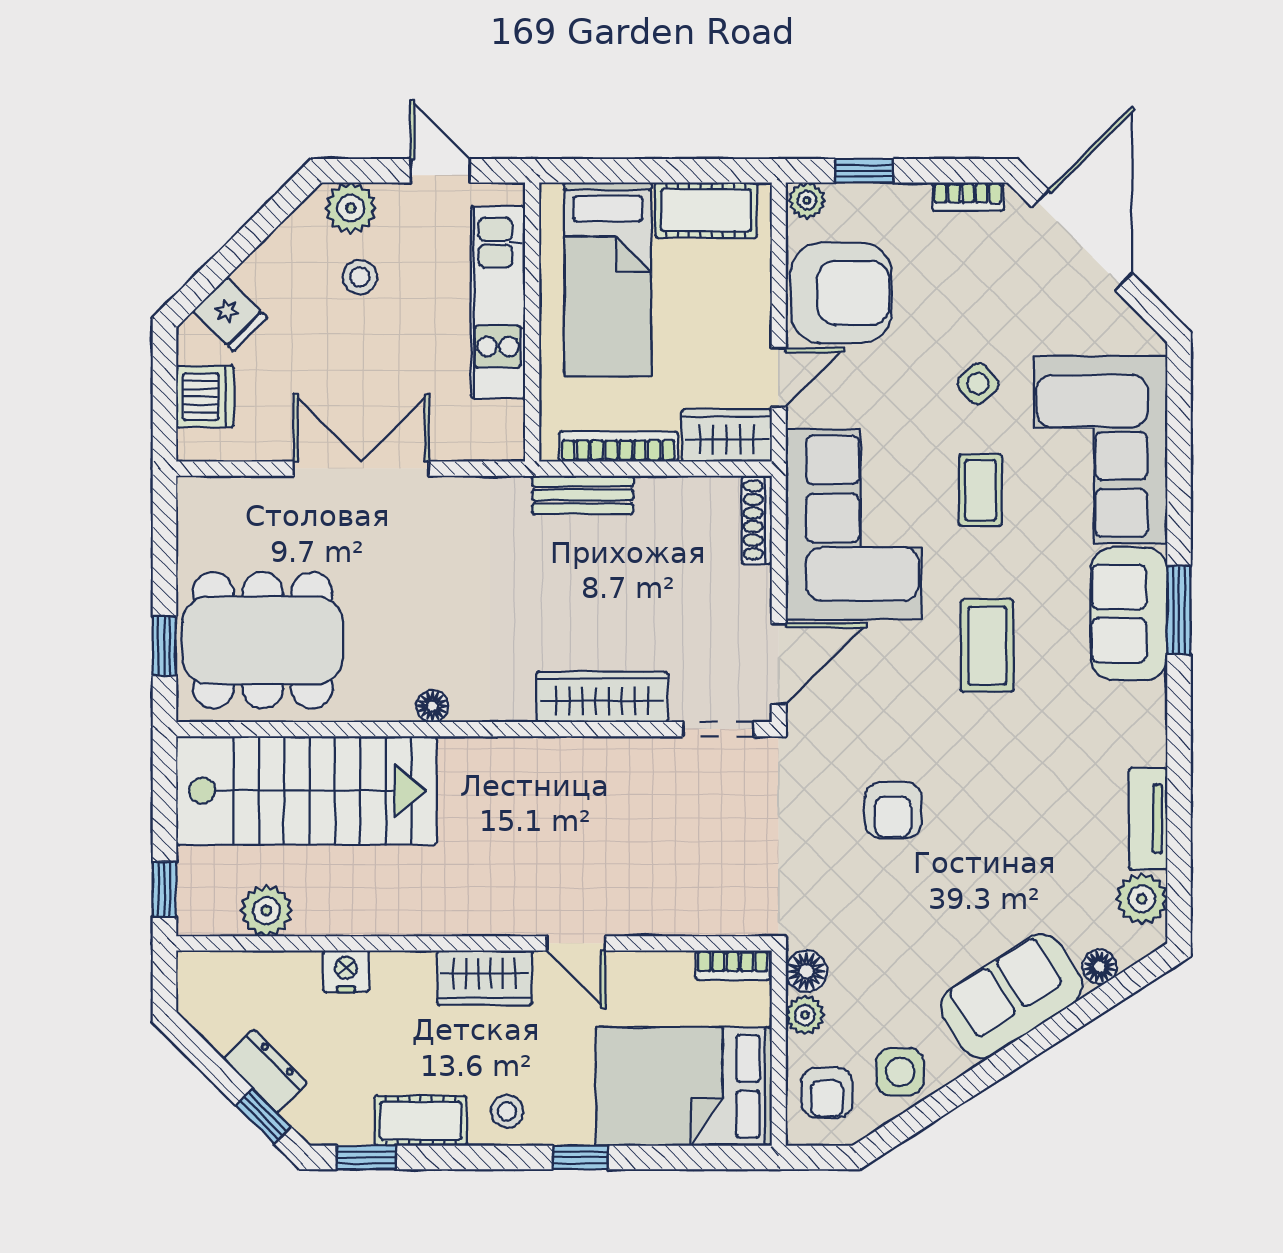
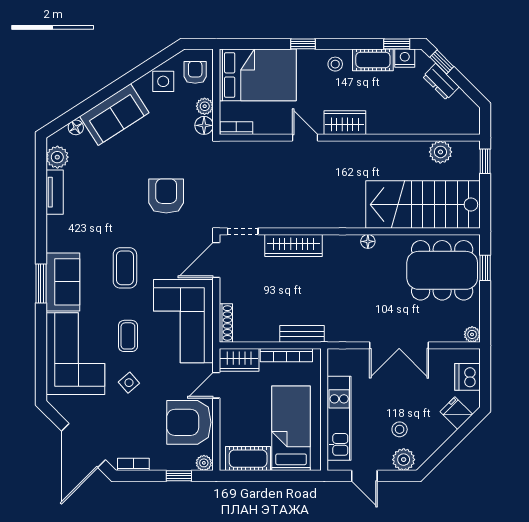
plant: (194, 494) -> (472, 334), added
armchair: (893, 810) -> (166, 196), width x1.38, depth x1.38
nightstand: (346, 971) -> (405, 58), moved, turned 180

